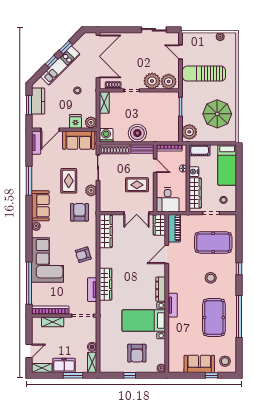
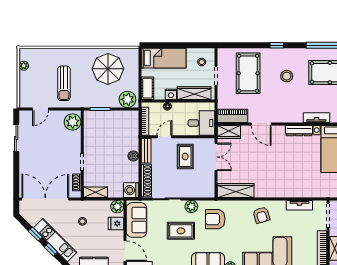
sun lounger: (204, 74) -> (64, 83), width x0.73, depth x0.75
plant: (152, 81) -> (72, 140), removed
boiler: (137, 133) -> (133, 156), width x0.54, depth x0.54
wardrobe: (105, 284) -> (294, 191), removed

